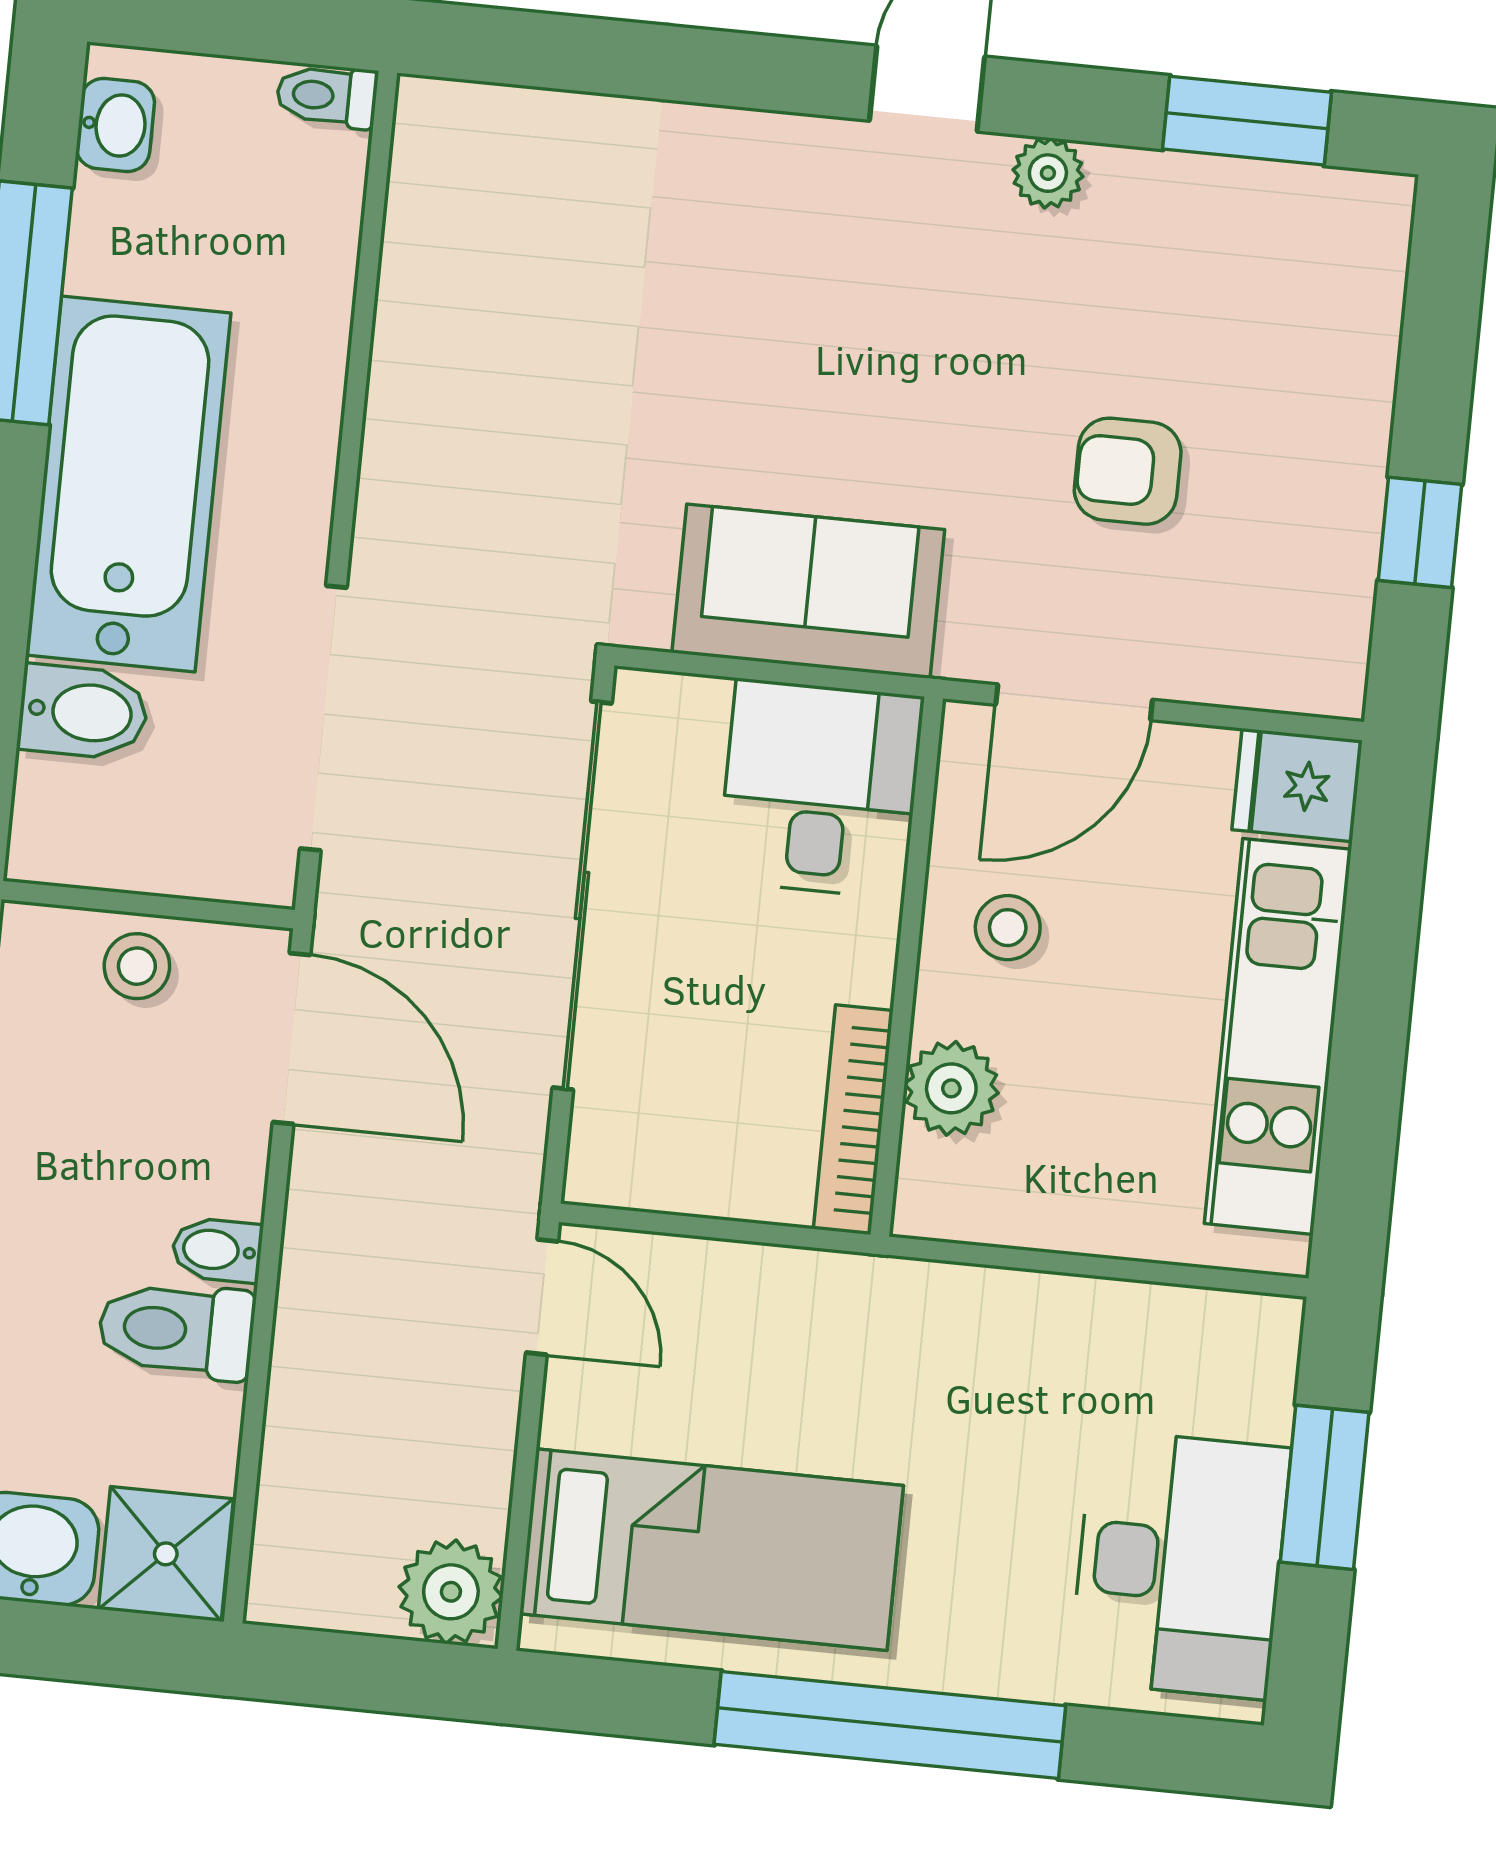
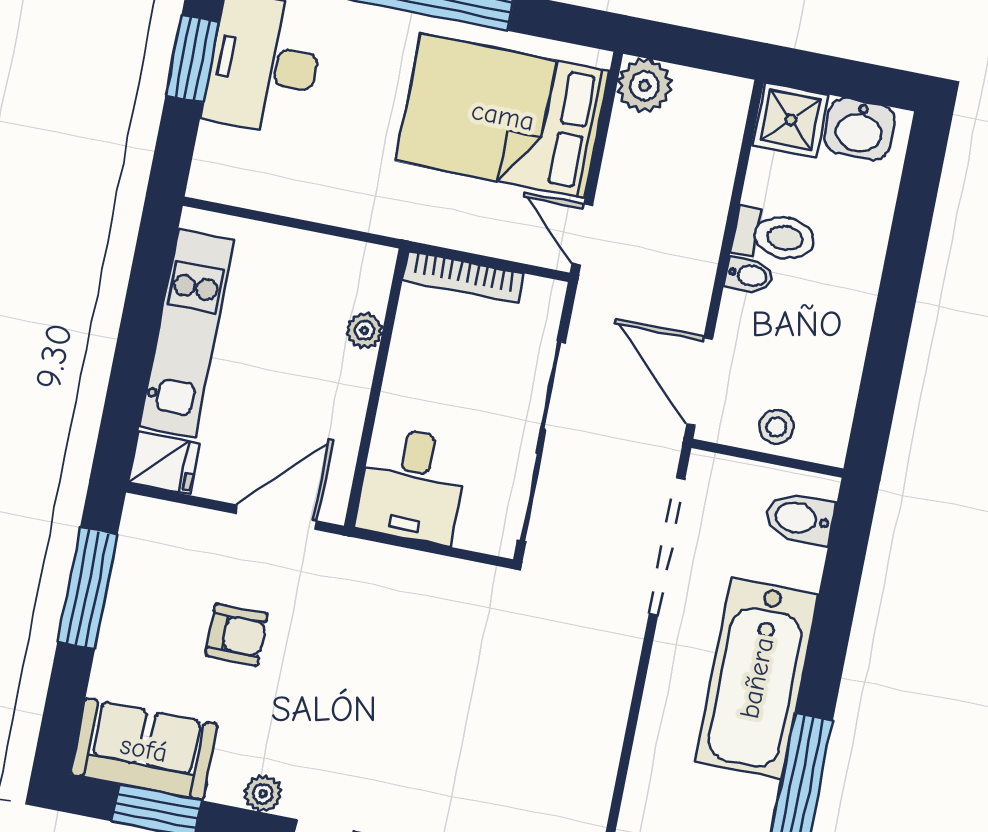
window: (1420, 532) -> (88, 588), width x2.17
sofa: (808, 591) -> (144, 749), moved, turned 180
bidet: (83, 712) -> (800, 519), moved
stool: (1008, 928) -> (322, 403), removed
plant: (951, 1088) -> (364, 330), width x0.73, depth x0.73
bookcase: (853, 1120) -> (463, 277), moved, turned 90
window: (1325, 1487) -> (192, 58), moved
bed: (712, 1550) -> (503, 116), width x1.50

